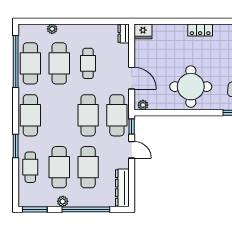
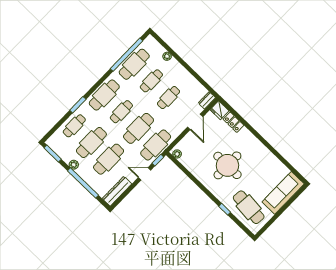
locker: (200, 30) -> (233, 122), moved
cafe table: (59, 63) -> (151, 81), width x0.73, depth x0.74
door: (132, 78) -> (195, 122), moved
round table: (191, 87) -> (227, 165), moved
cafe table: (59, 115) -> (121, 112), added
door: (132, 150) -> (144, 174), swing flipped

